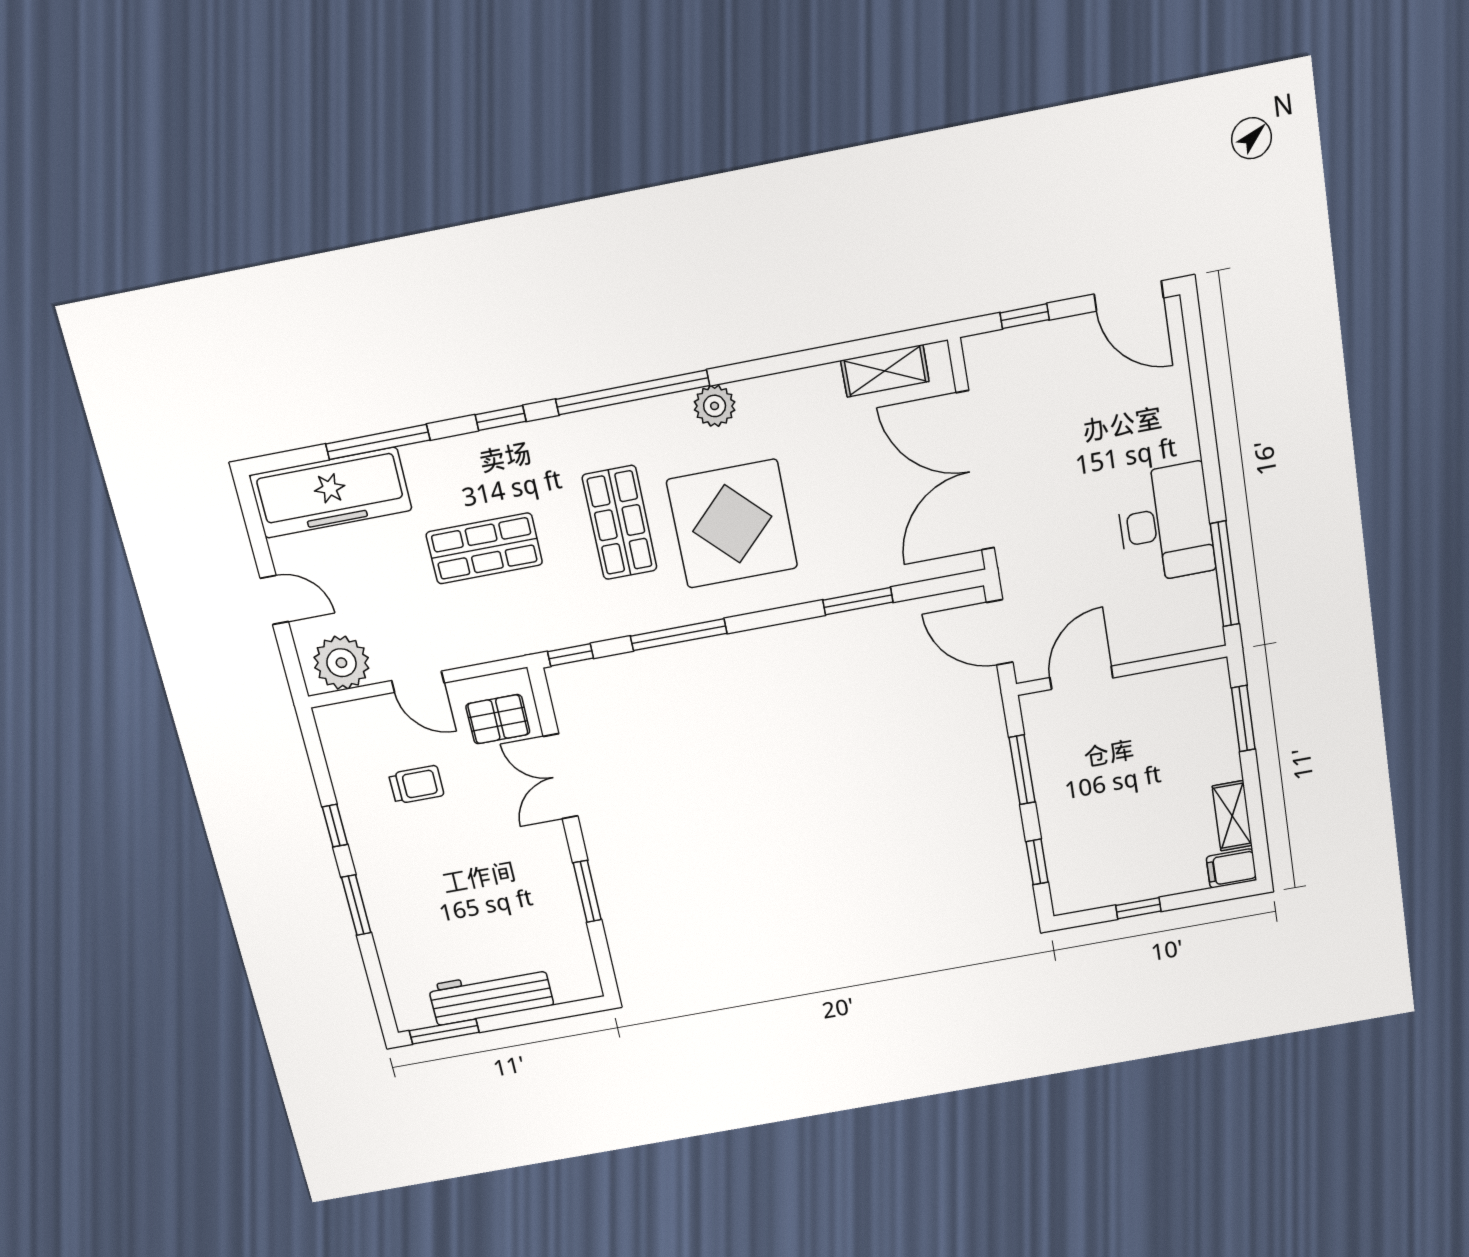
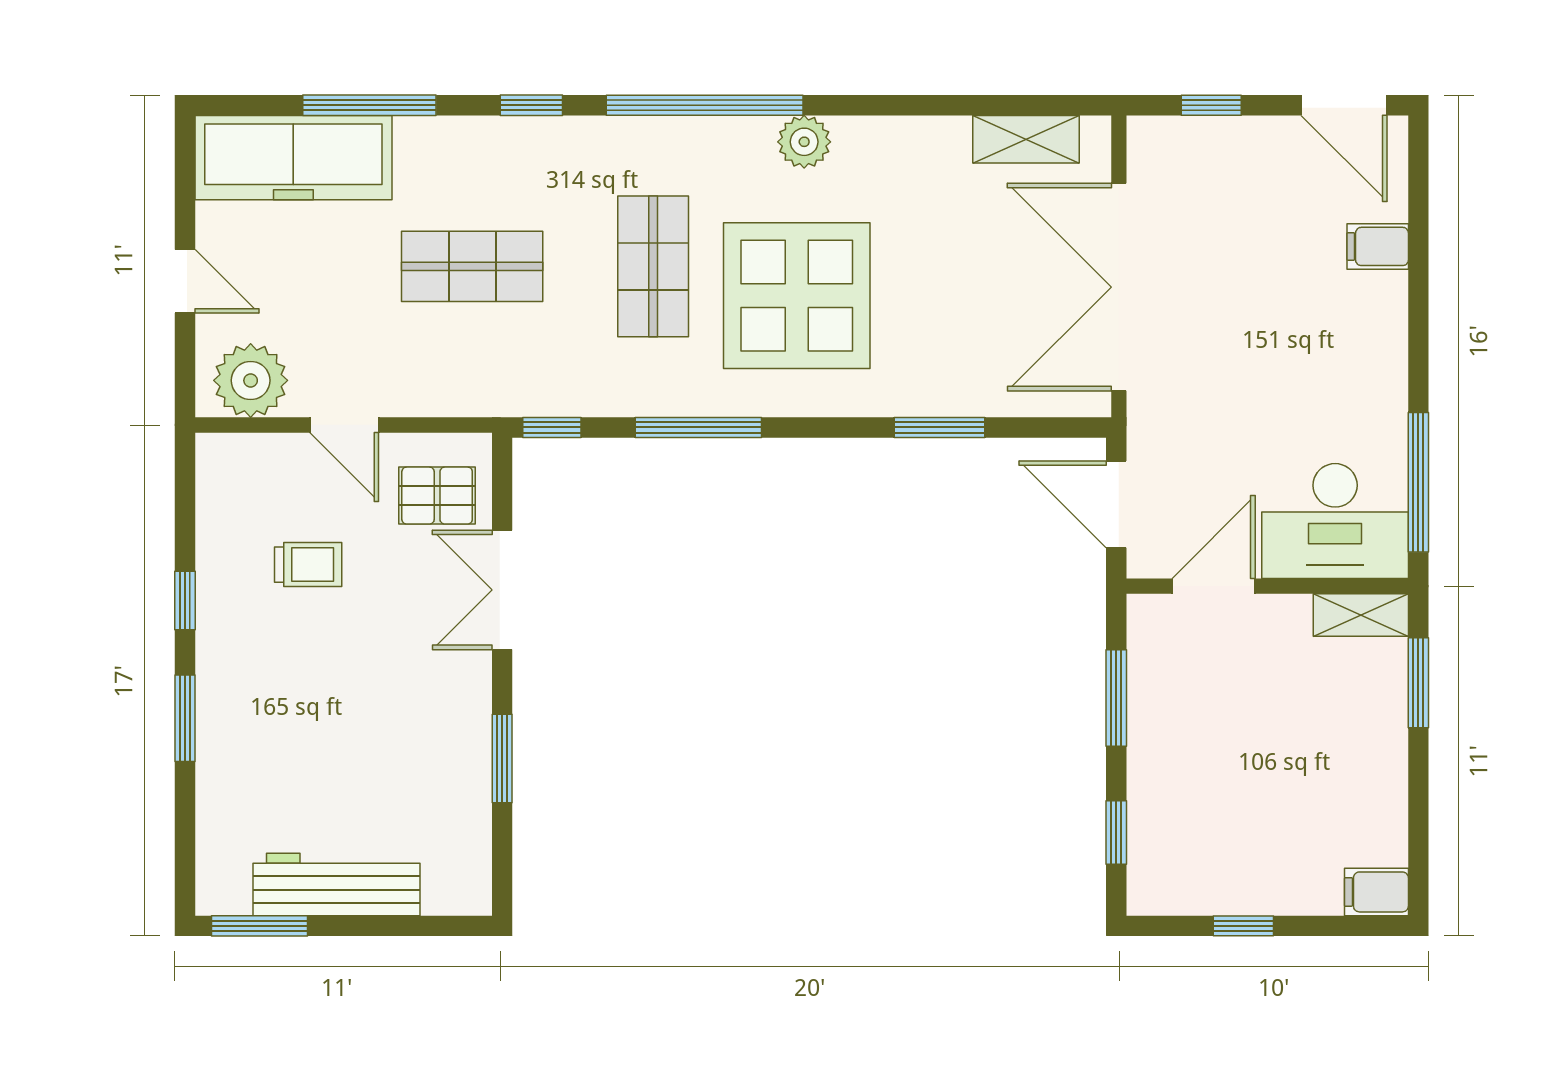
filing cabinet: (1170, 402) -> (1378, 246), added
desk: (1165, 523) -> (1335, 521), moved, turned 90
shelving: (1232, 816) -> (1361, 615), moved, turned 90

